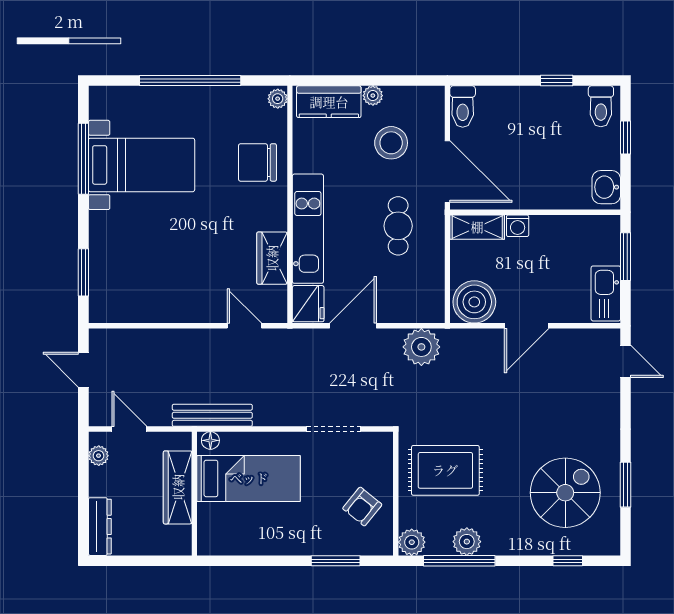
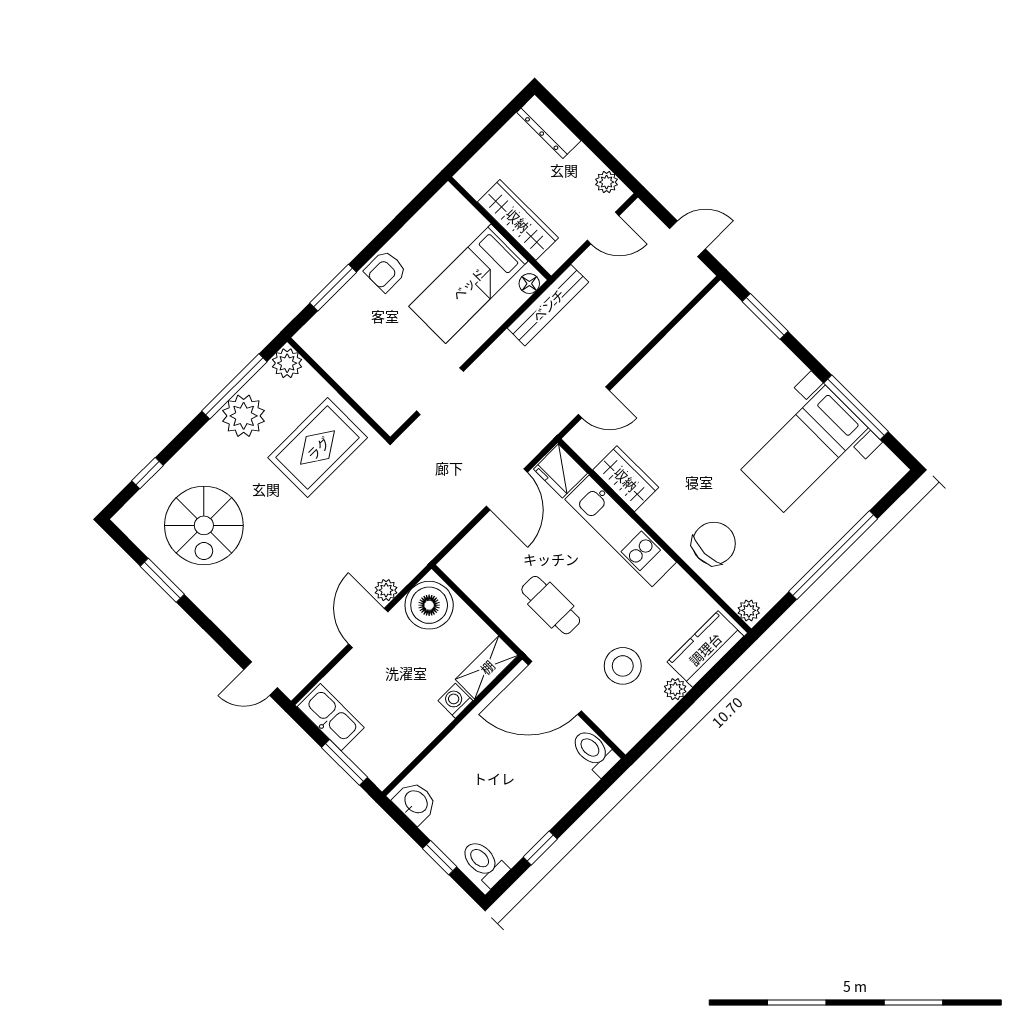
plant: (421, 347) -> (386, 590), moved, width x0.53, depth x0.53
armchair: (362, 507) -> (385, 271), moved, turned -129
plant: (467, 542) -> (244, 416), width x1.36, depth x1.36

